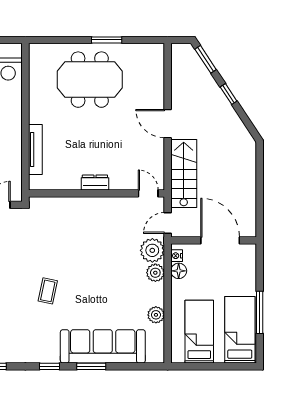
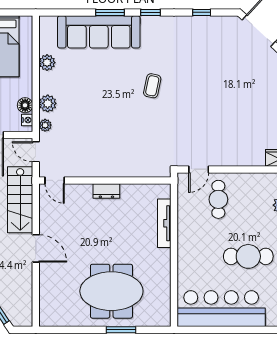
window: (107, 40) -> (121, 330), moved
door: (168, 223) -> (36, 152), swing flipped
plant: (152, 250) -> (45, 125), width x0.53, depth x0.53

